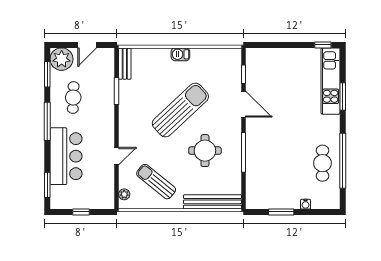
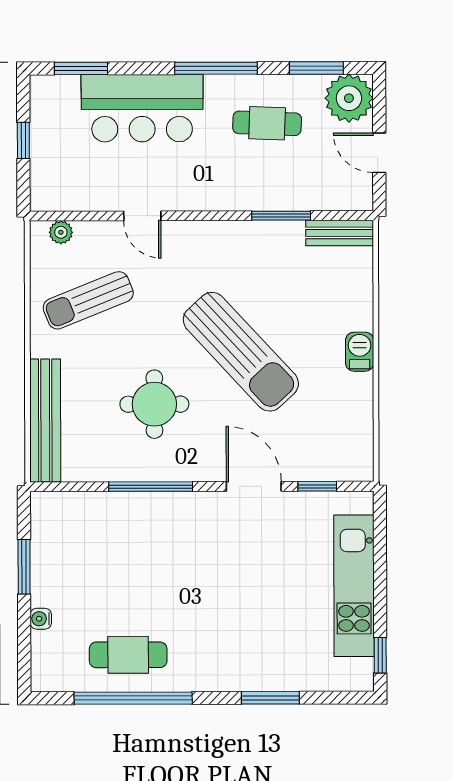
kitchen unit: (331, 81) -> (354, 586), moved, turned -90
door: (244, 104) -> (254, 486), swing flipped
sun lounger: (156, 182) -> (88, 300), turned -151

